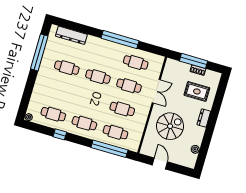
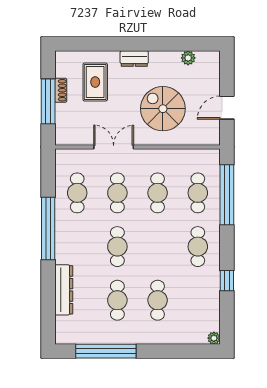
dresser: (71, 35) -> (64, 290), moved
cafe table: (53, 114) -> (158, 300), moved

